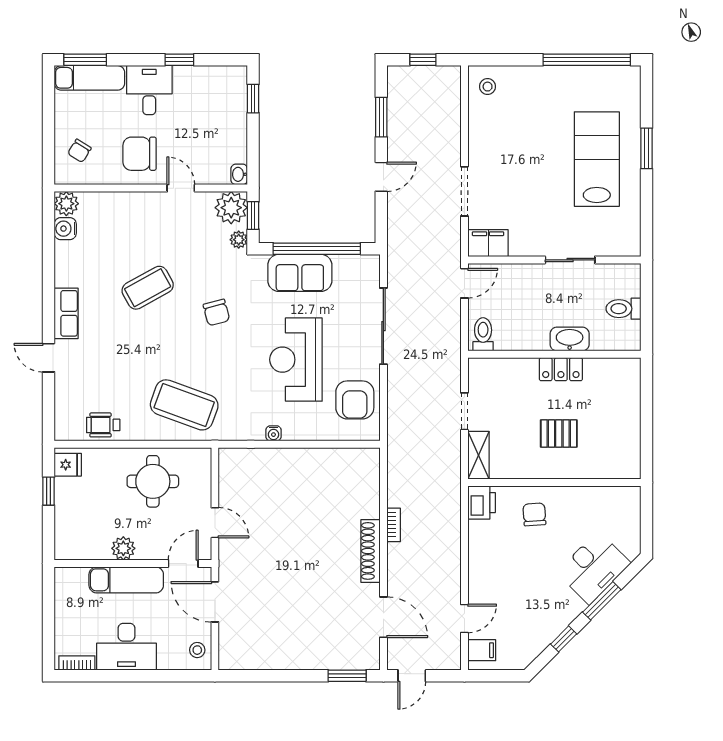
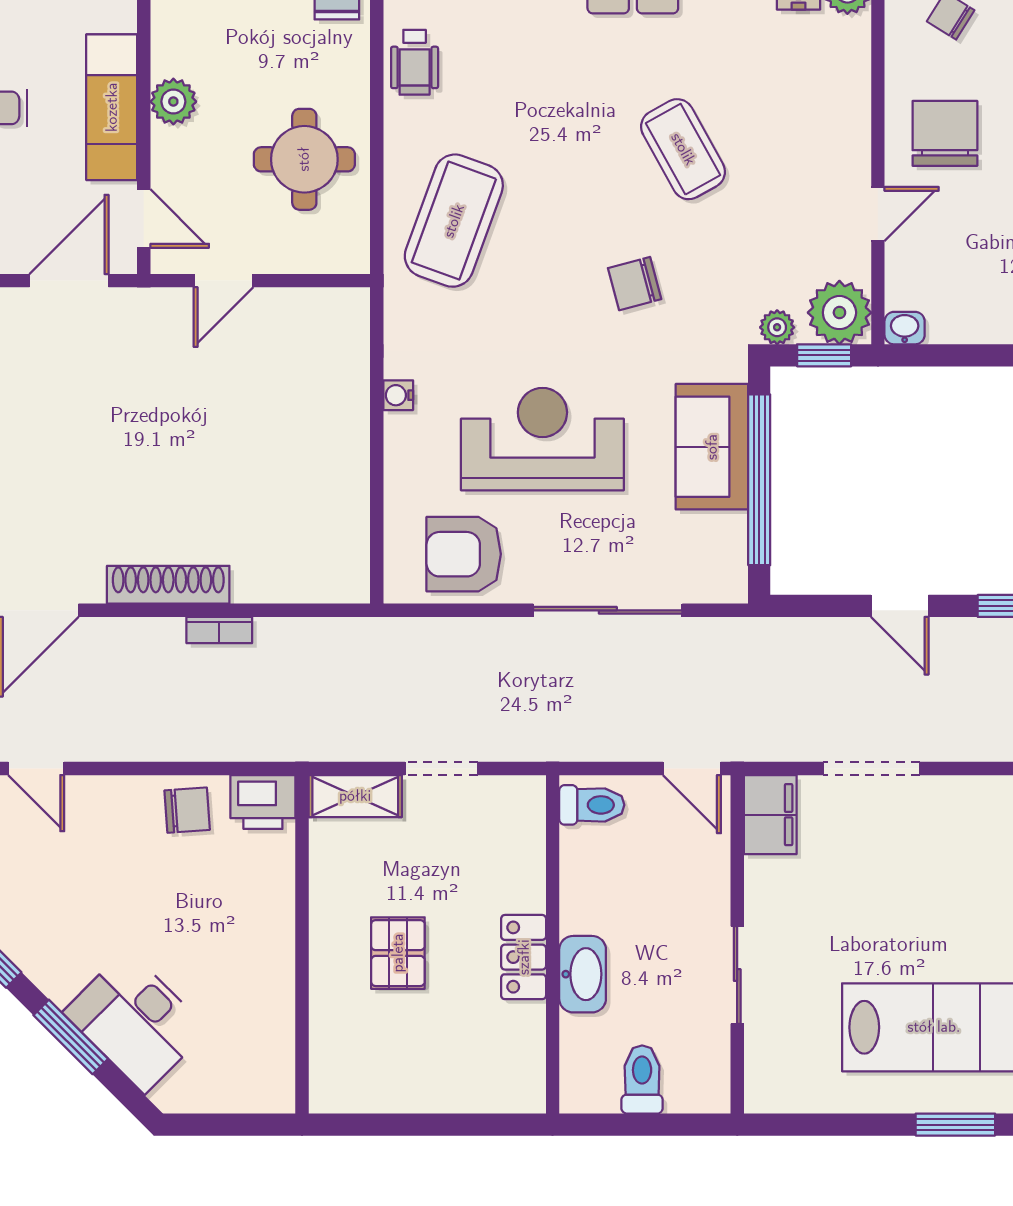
wheelchair: (103, 425) -> (415, 62), turned 180
chair: (534, 514) -> (187, 810), moved

